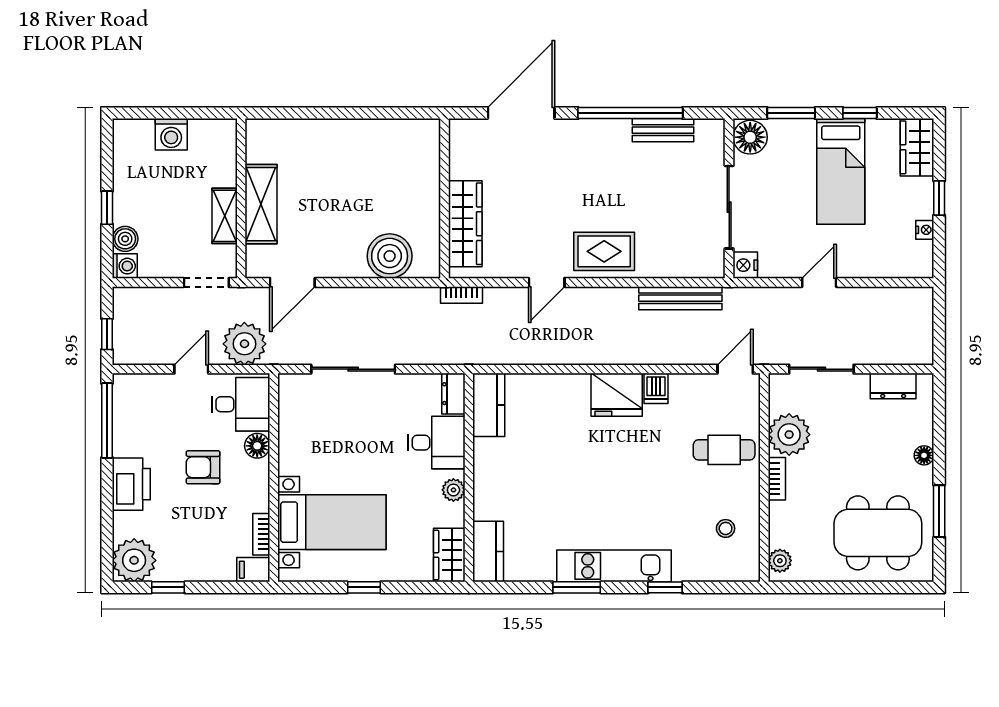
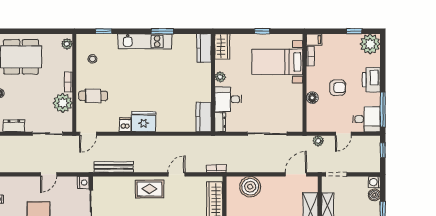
plant: (244, 344) -> (318, 141), width x0.53, depth x0.53
desk: (241, 404) -> (367, 119), moved, turned 180
window: (665, 587) -> (104, 31), moved

